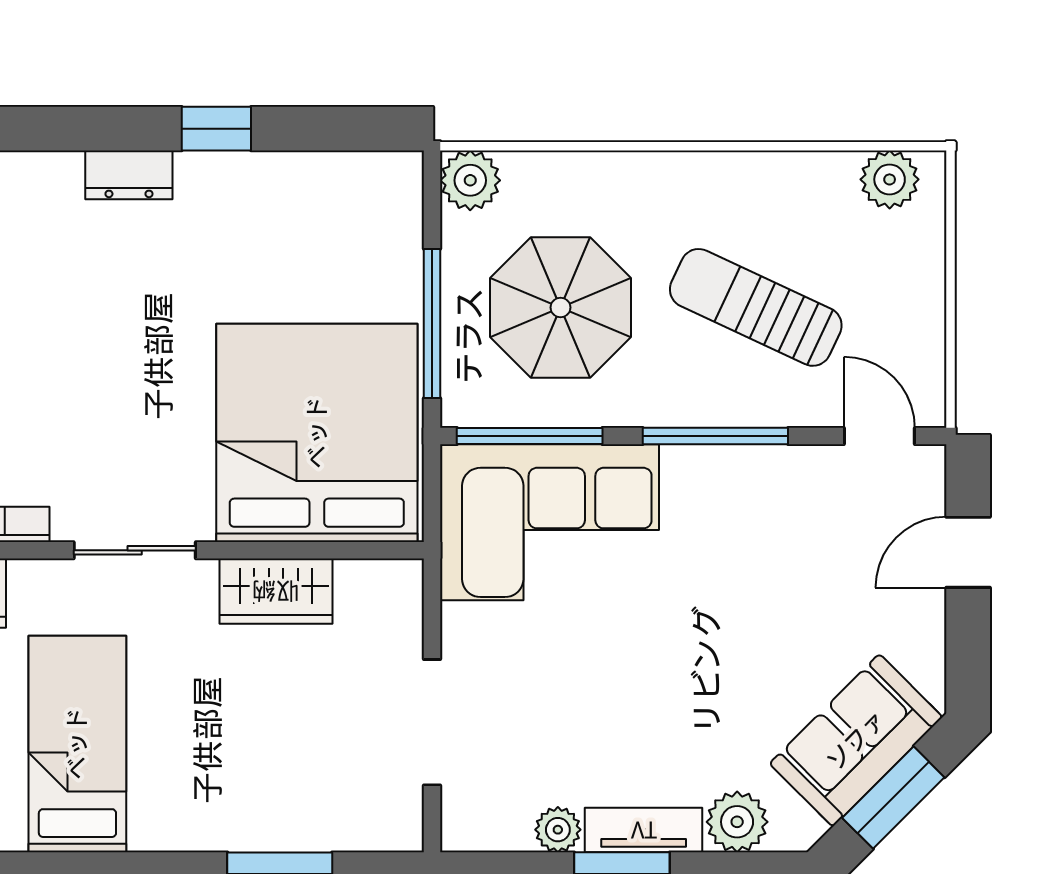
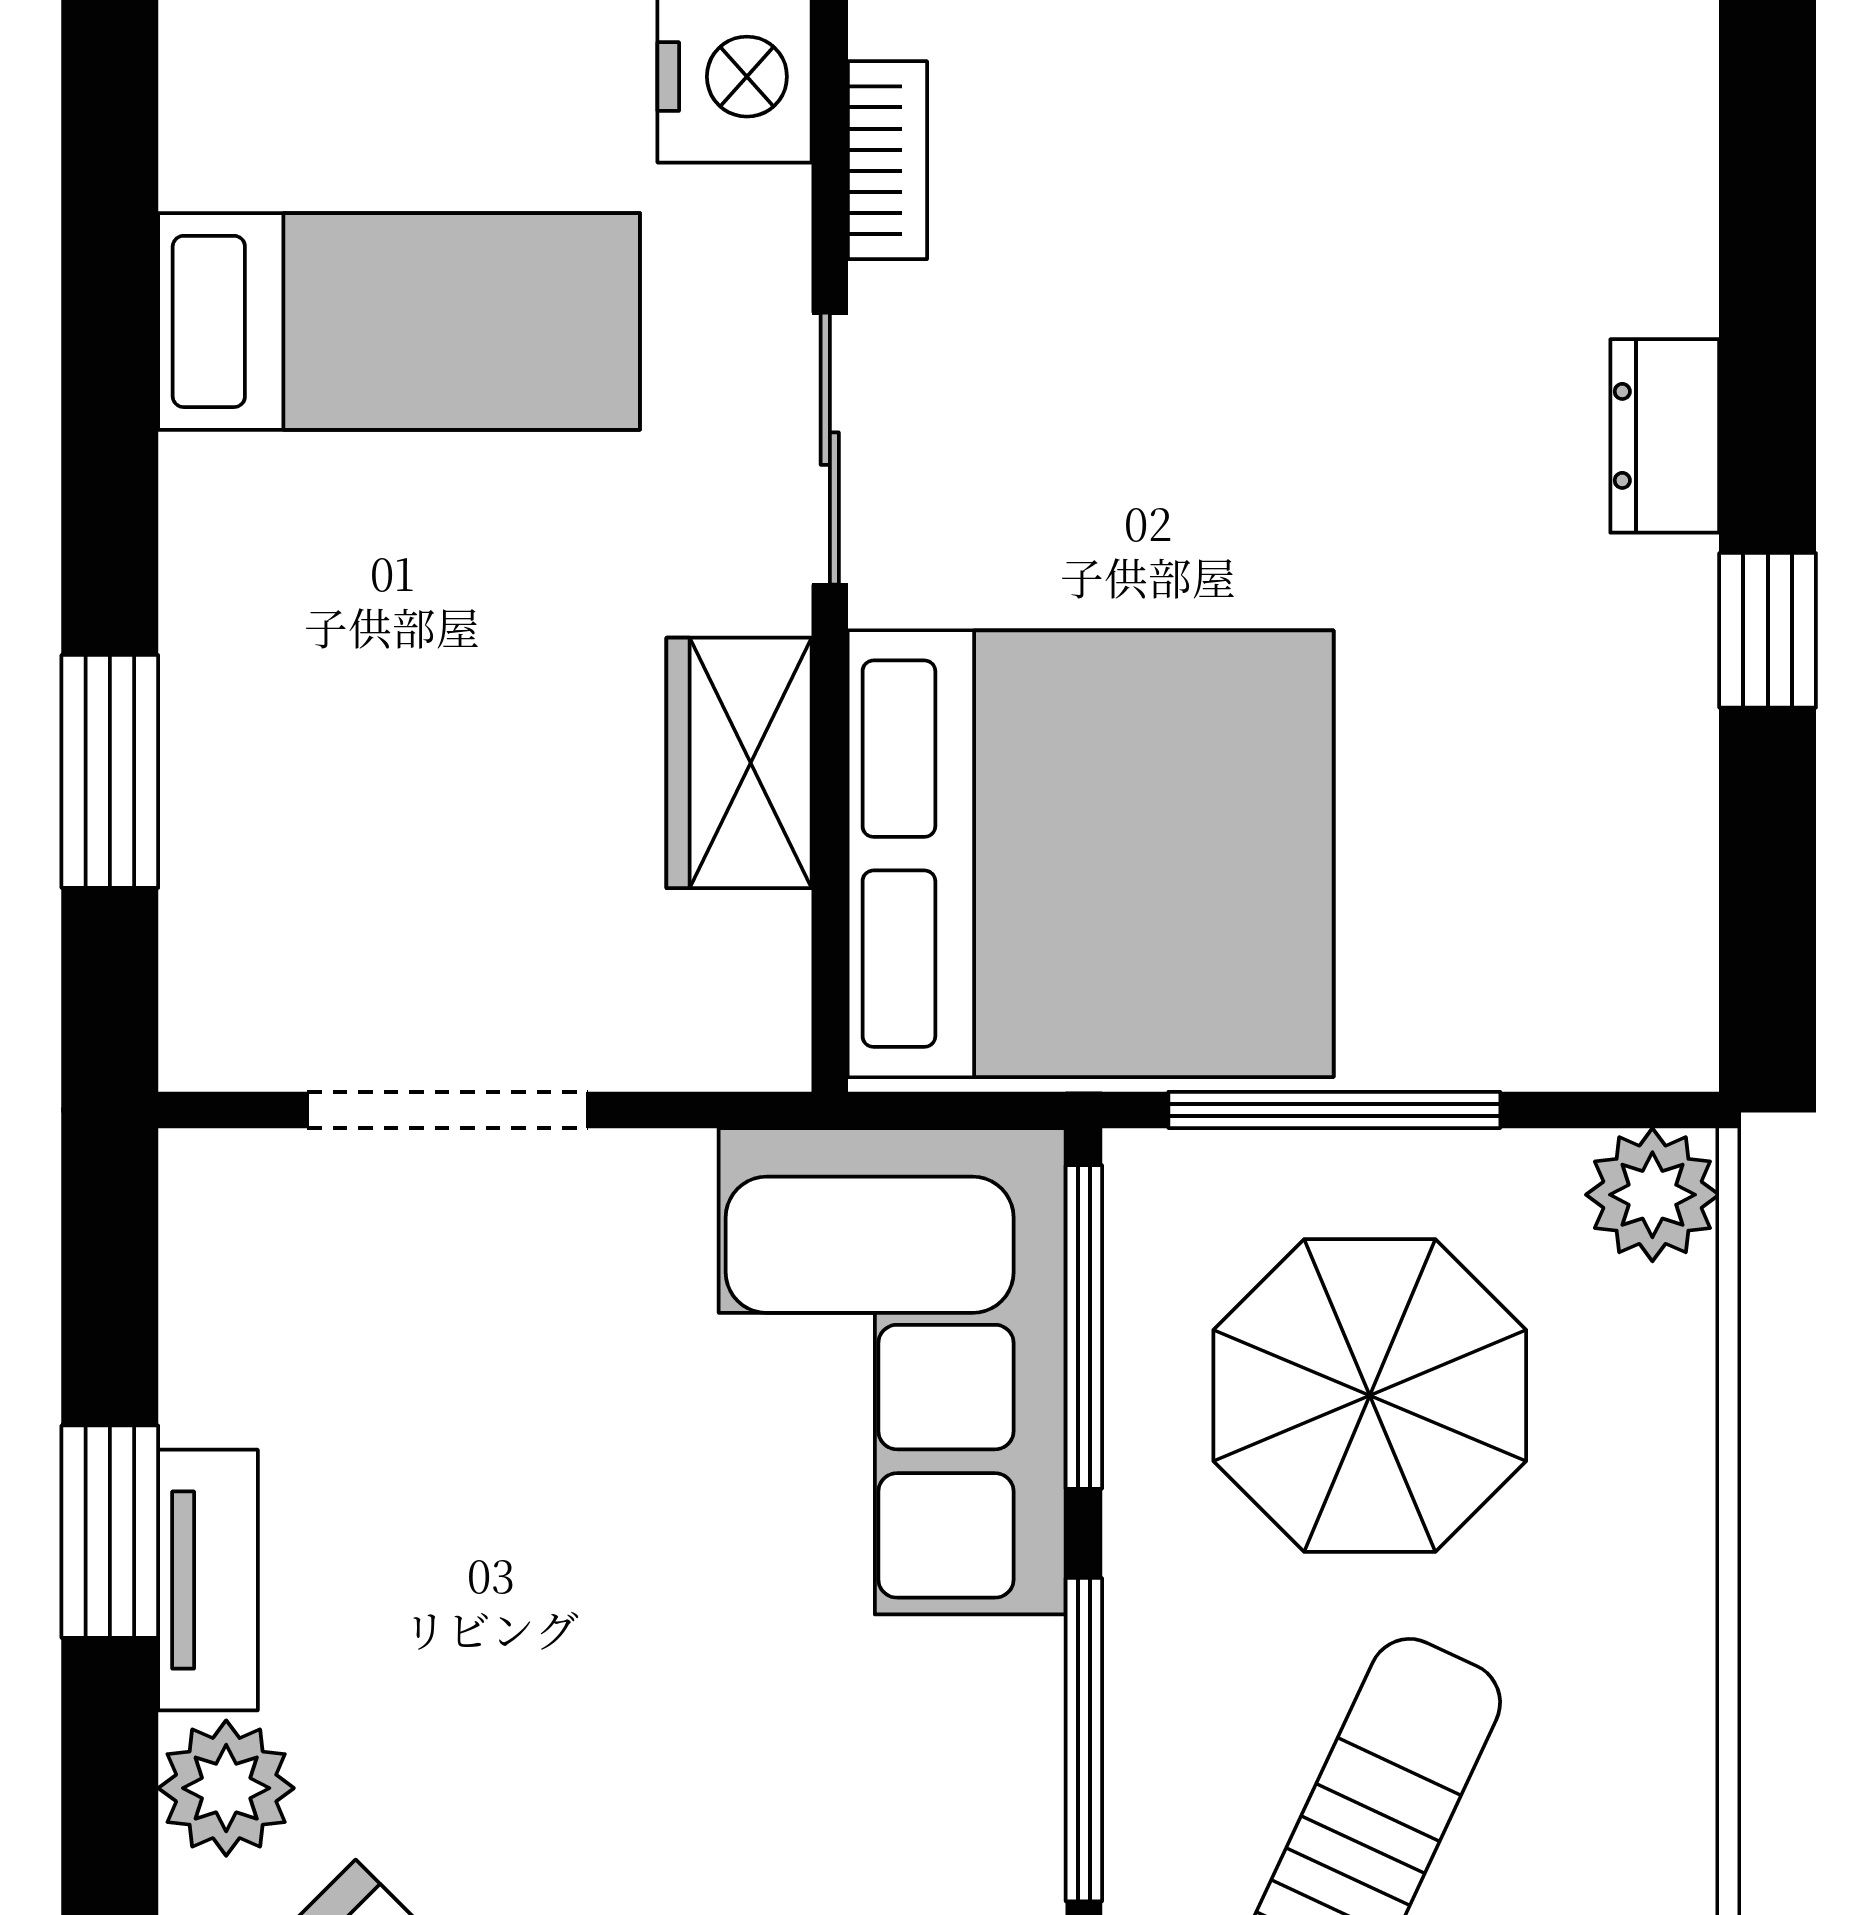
plant: (558, 830) -> (209, 1390), removed

